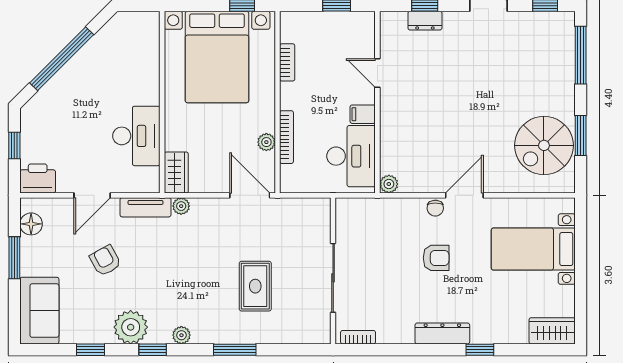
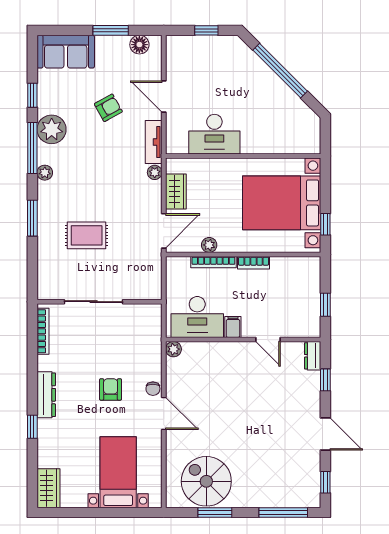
dresser: (425, 21) -> (313, 356), moved
bookcase: (287, 62) -> (254, 263), moved
door: (377, 73) -> (268, 340), swing flipped
wardrobe: (176, 172) -> (176, 192), moved, turned -90
printer: (38, 178) -> (178, 50), removed
chair: (435, 208) -> (153, 389), turned -90
armchair: (436, 258) -> (111, 389), turned 180
bookcase: (358, 337) -> (43, 331), width x1.56
window: (153, 350) -> (32, 148), width x2.17

